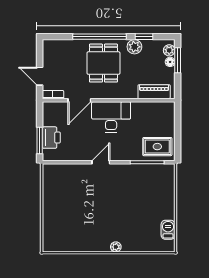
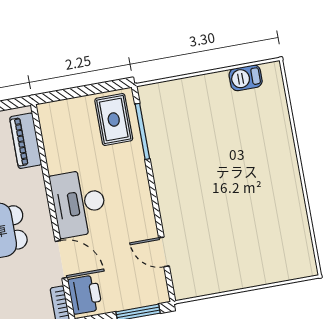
printer: (51, 138) -> (85, 295), moved, turned 90
door: (101, 162) -> (164, 252), moved
plant: (116, 247) -> (289, 158), removed

